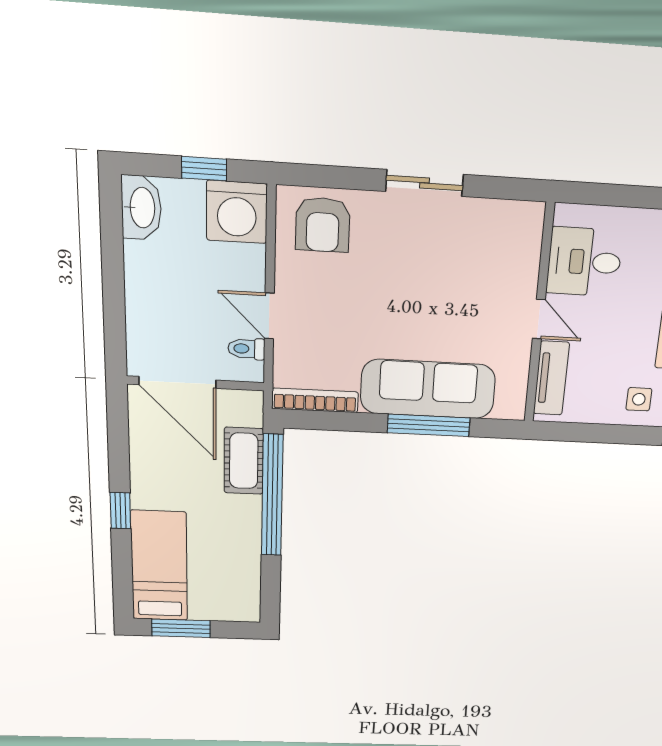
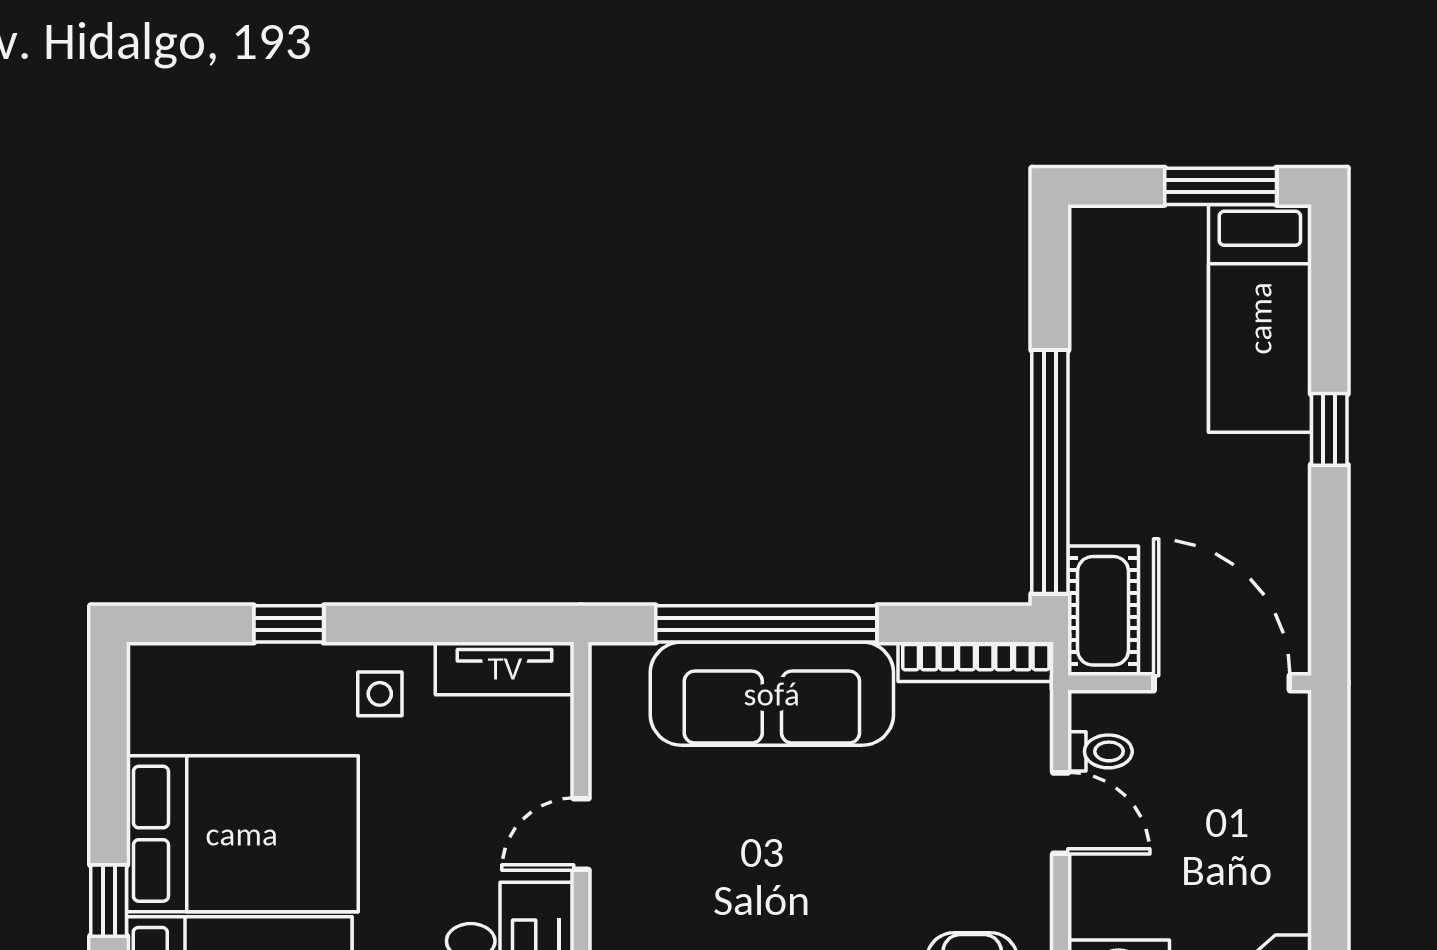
door: (539, 319) -> (581, 834), hinge flipped
tv unit: (551, 378) -> (505, 668), moved, turned -90
window: (429, 425) -> (766, 624), width x1.46
cot: (244, 461) -> (1103, 611), moved

